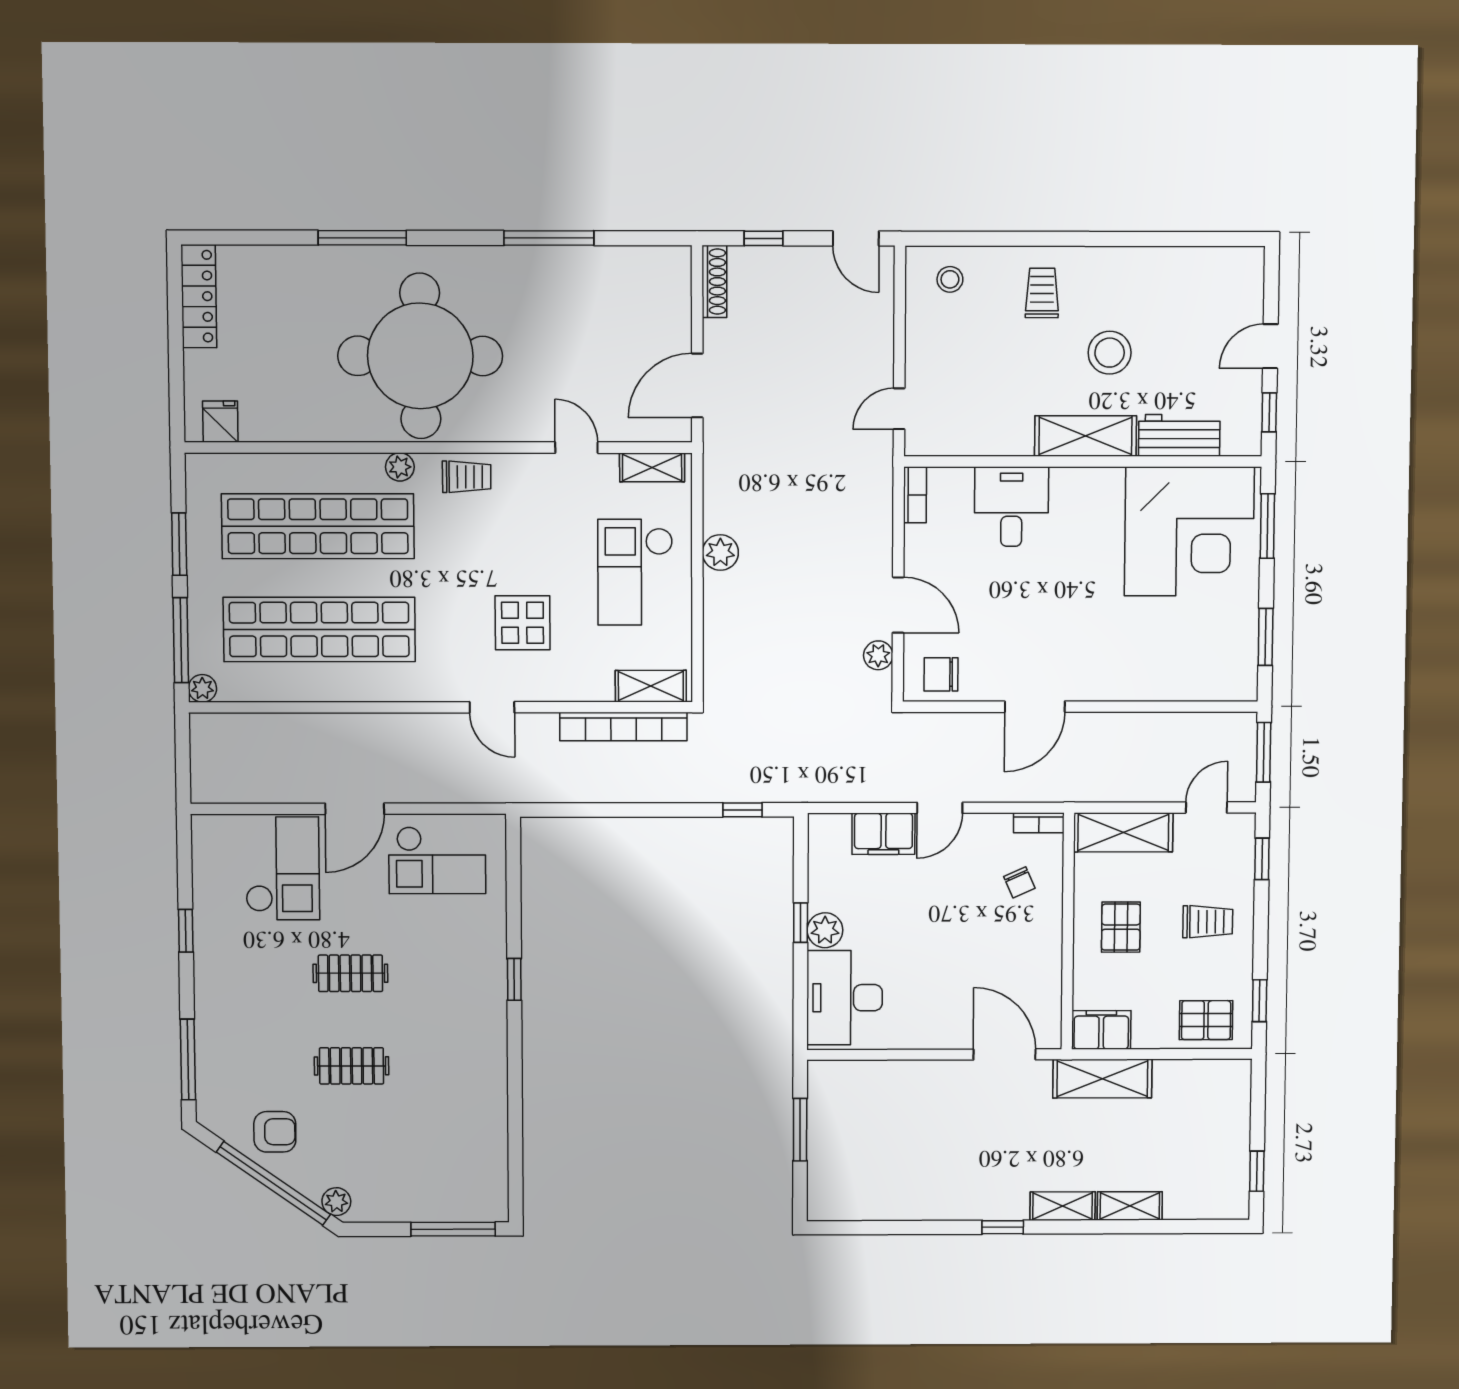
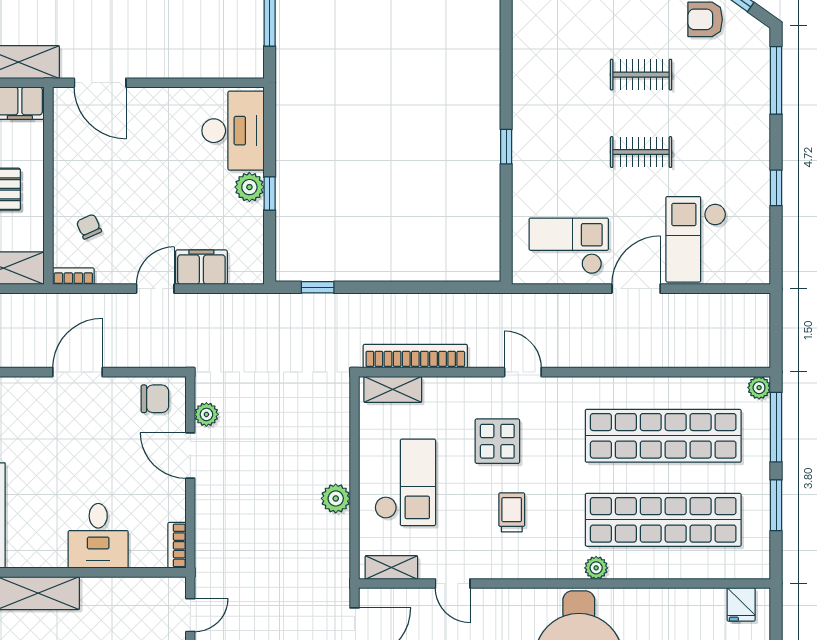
trolley: (467, 477) -> (512, 512), moved, turned 90

